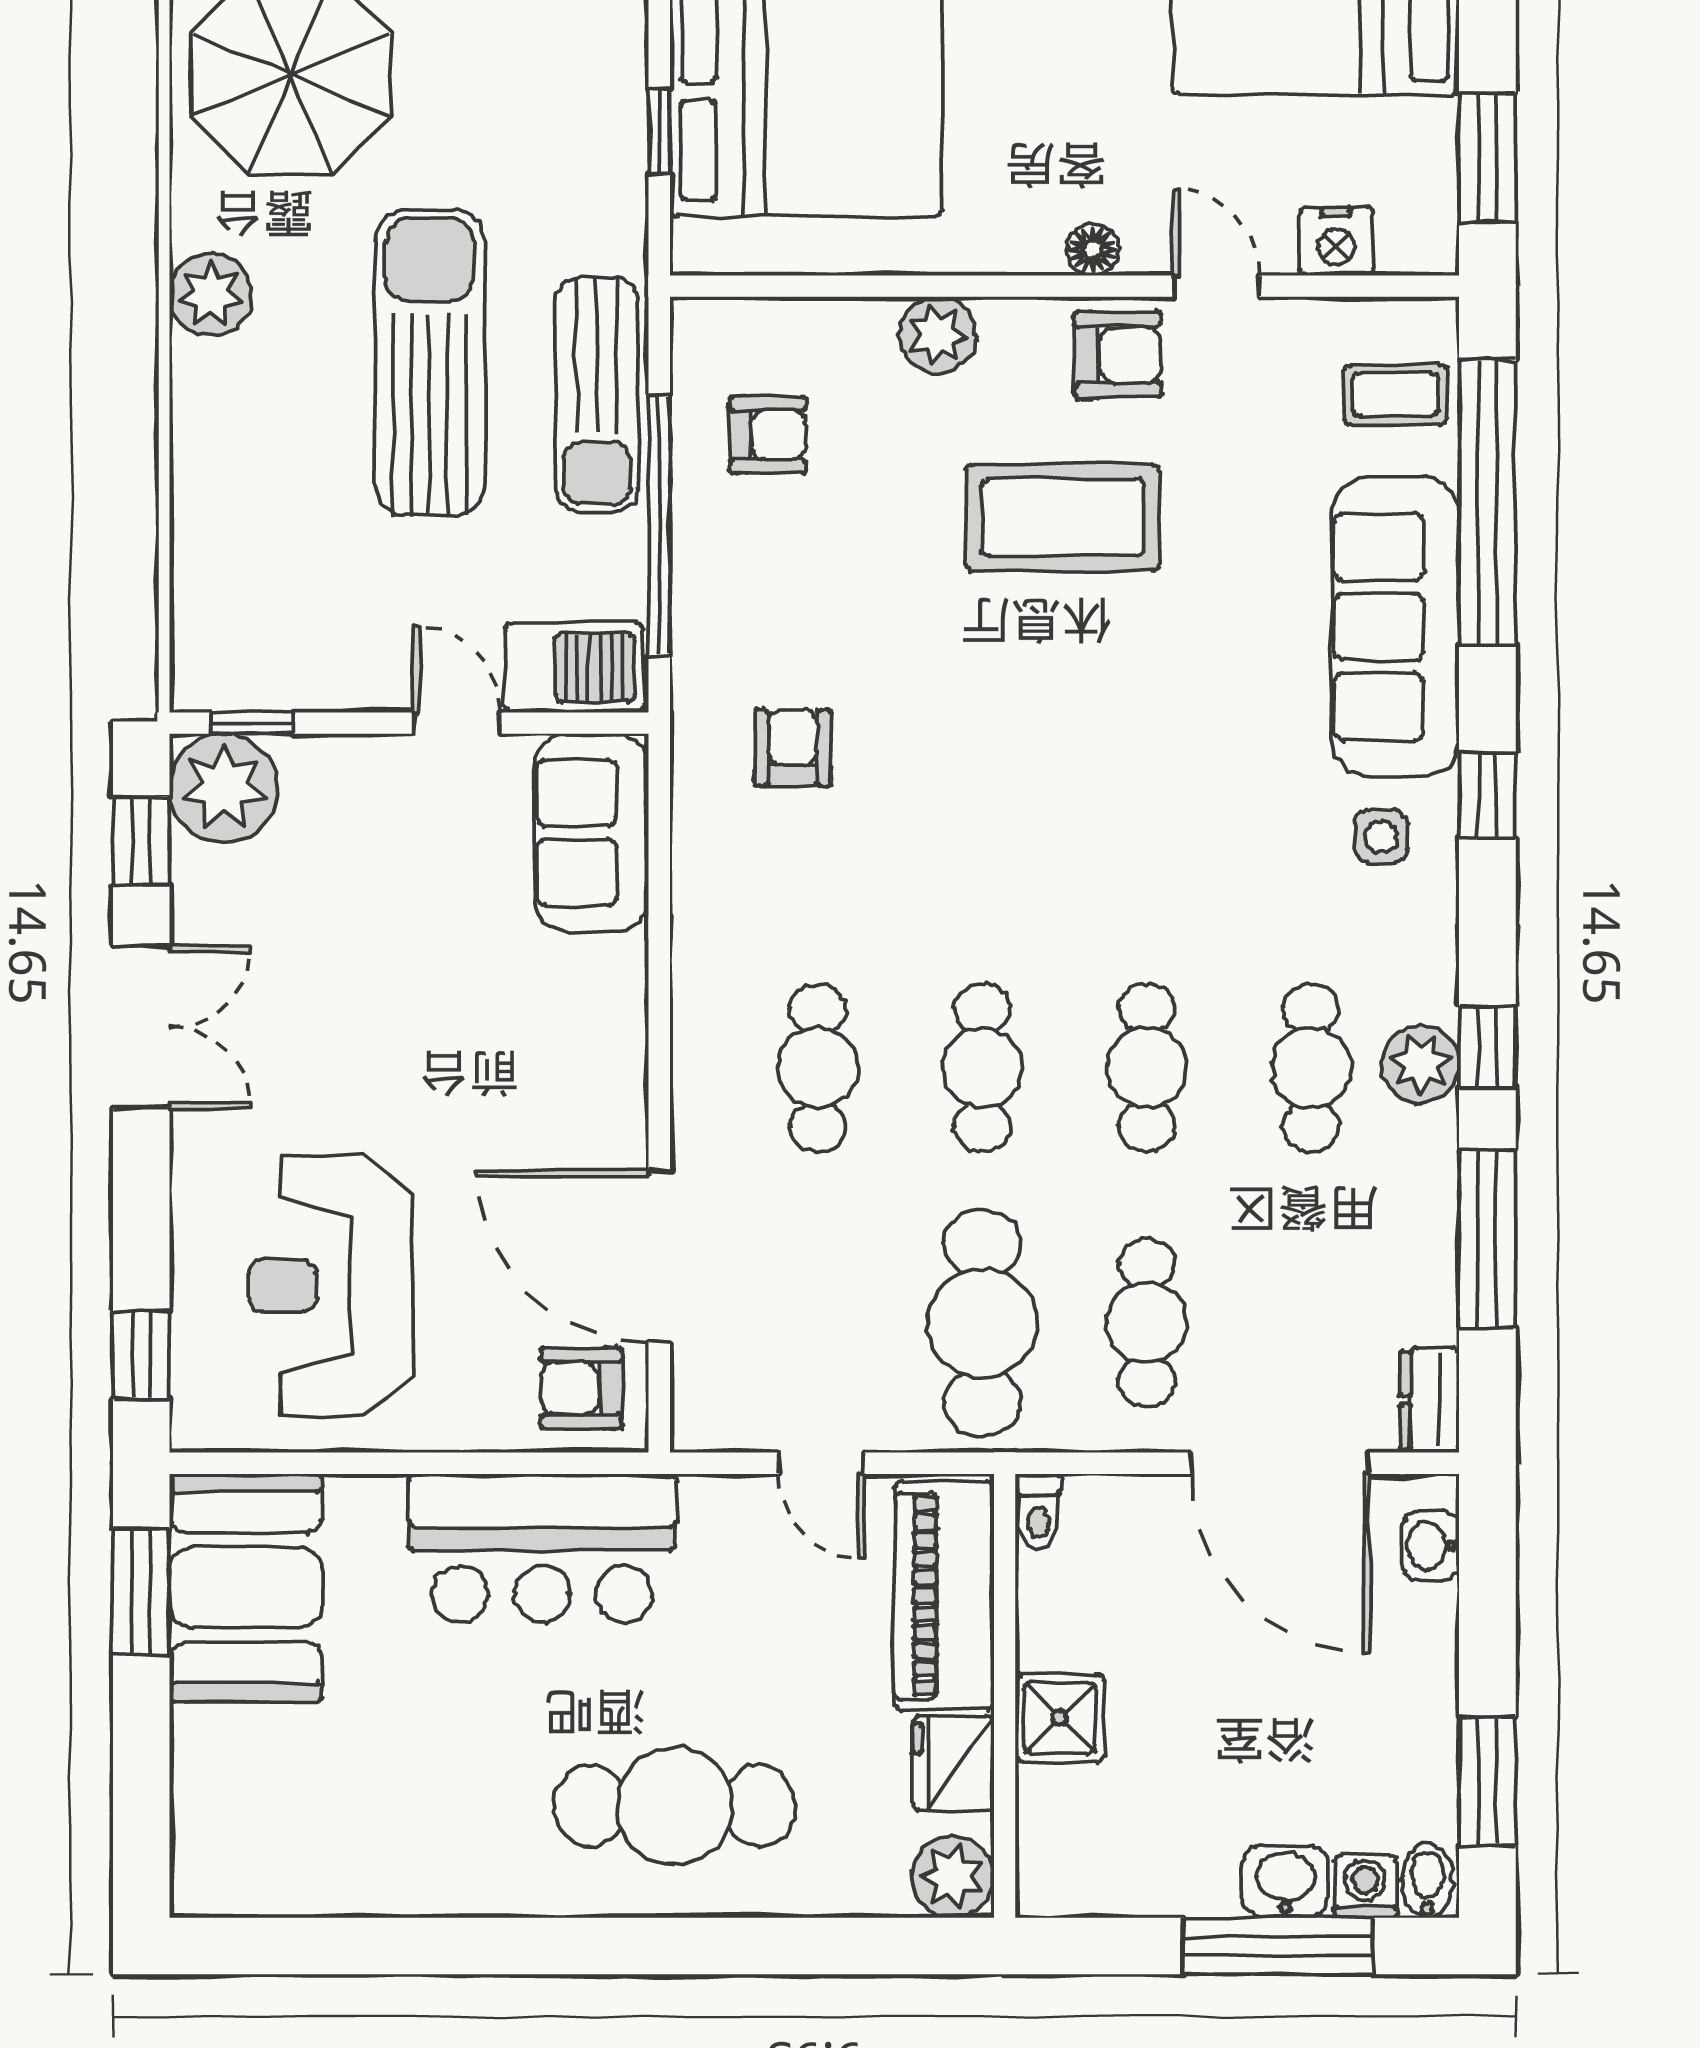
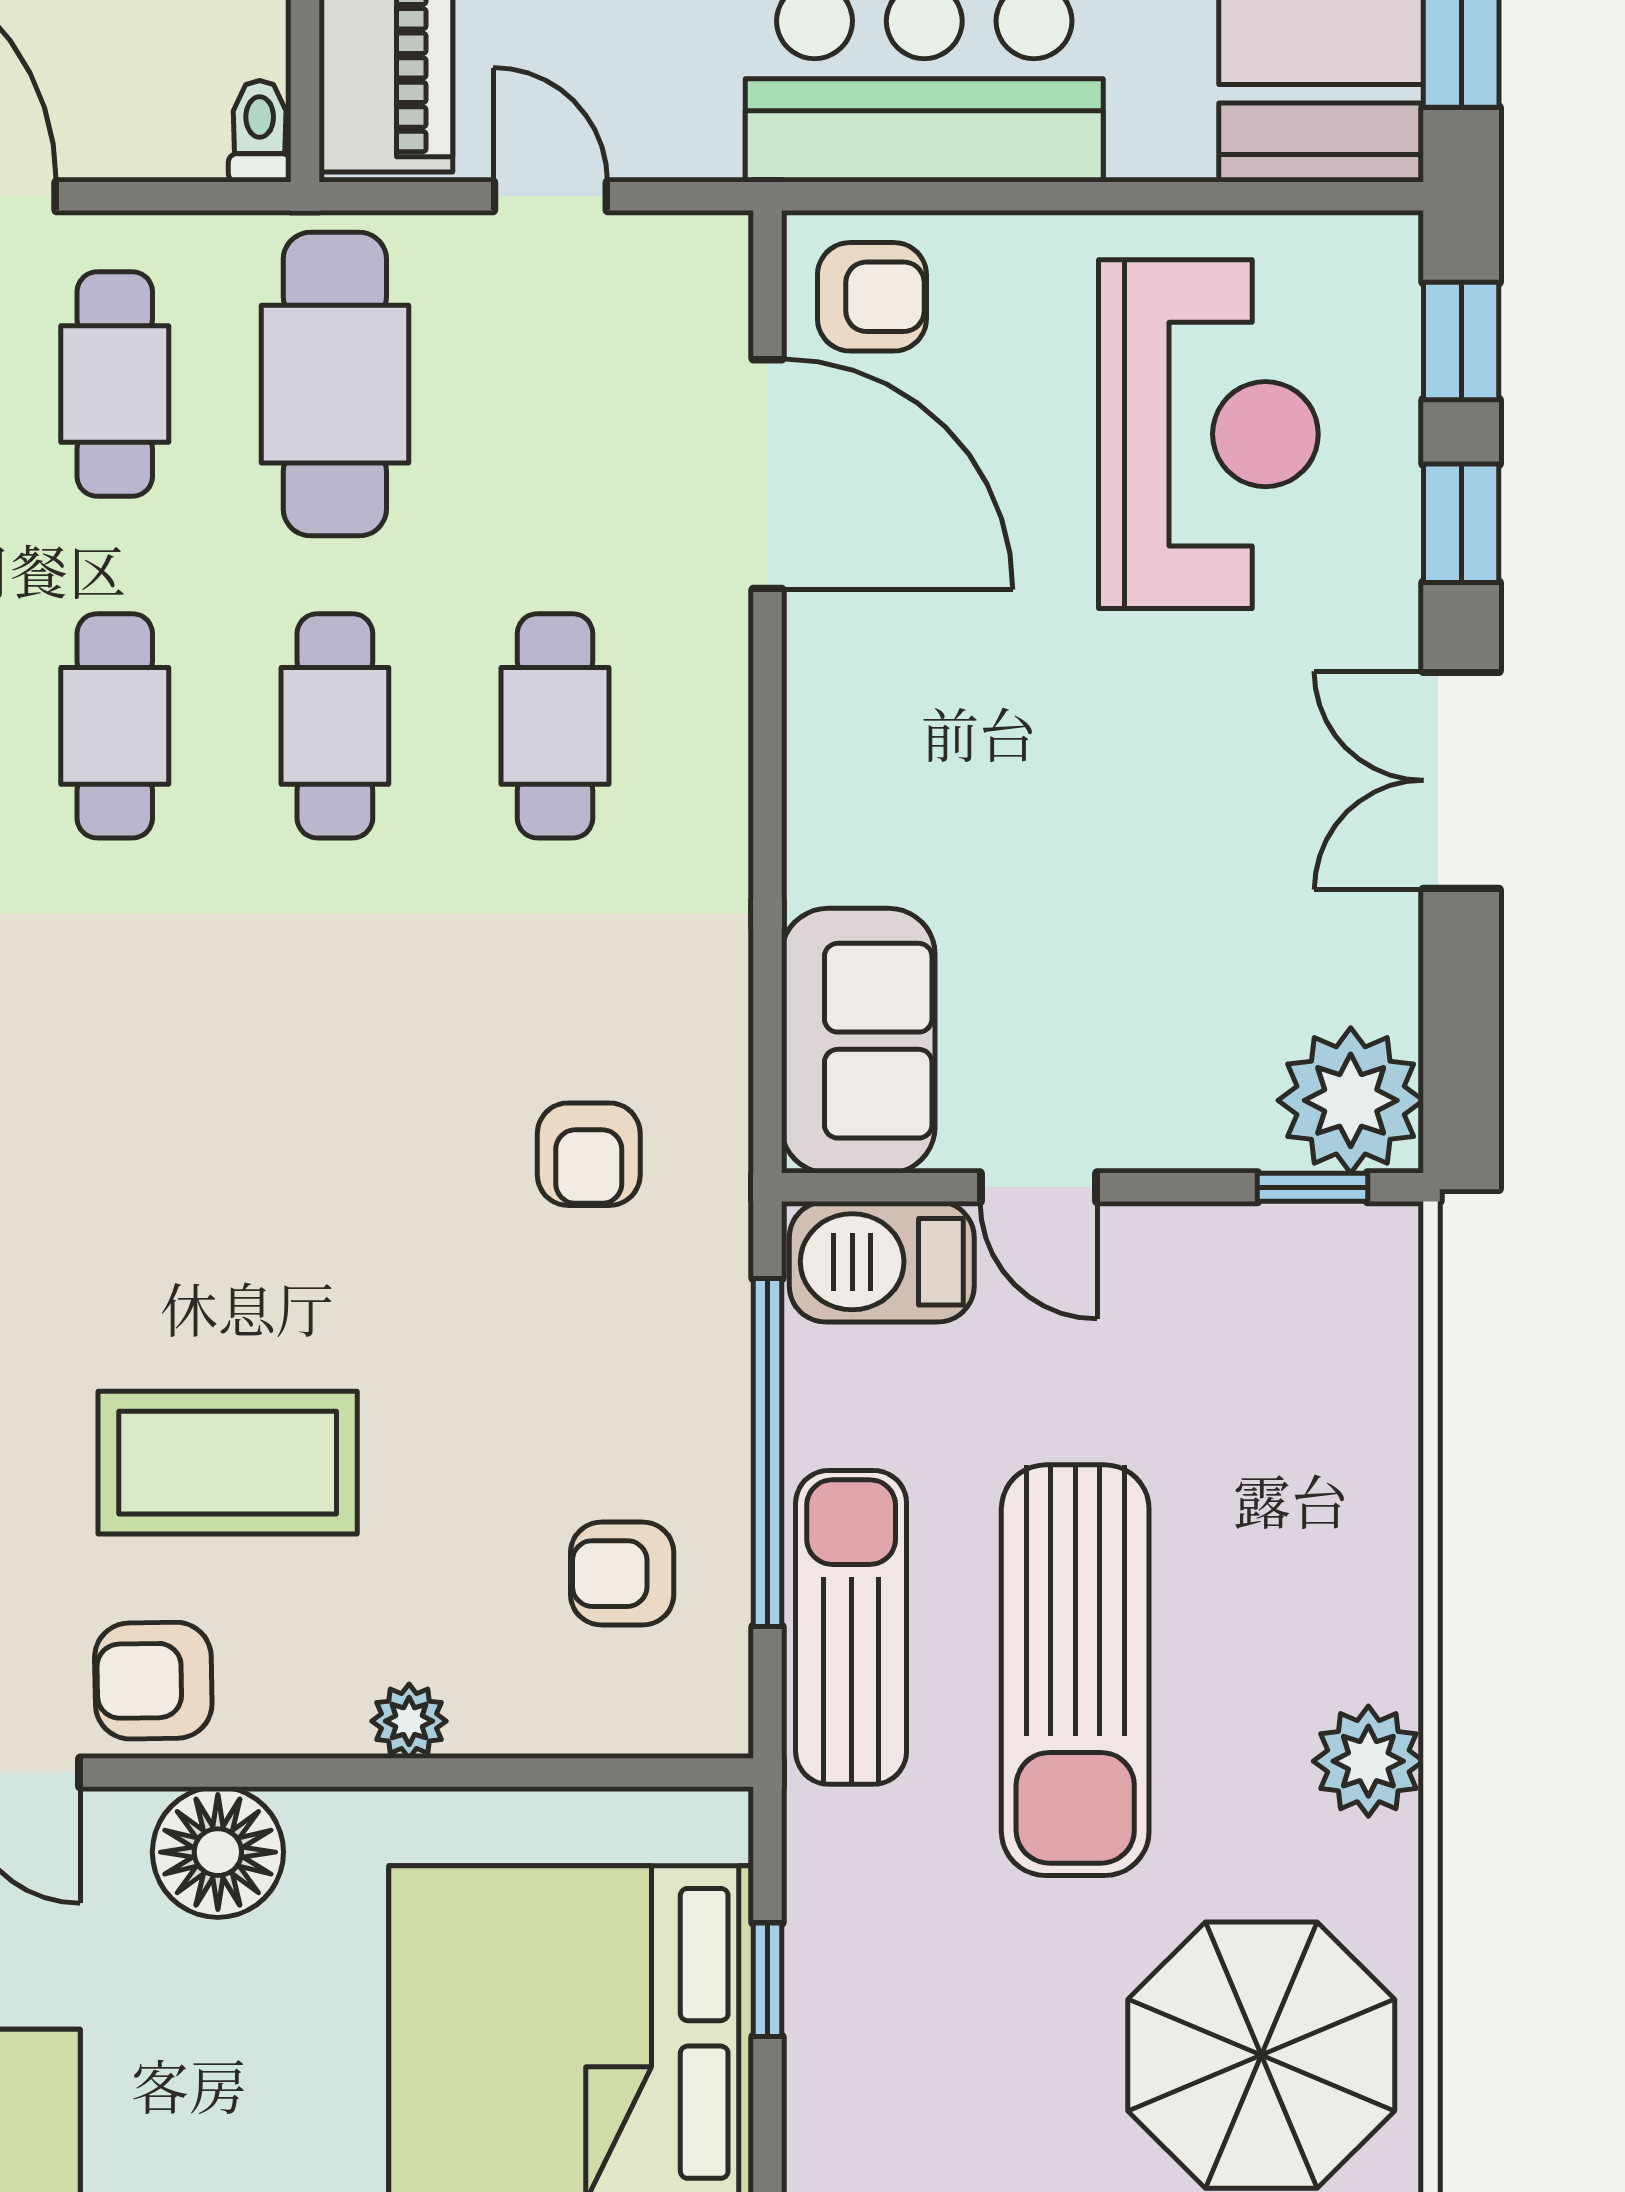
floor lamp: (1093, 250) -> (218, 1852), width x1.89, depth x1.89
plant: (937, 335) -> (409, 1721), width x0.73, depth x0.73
window: (141, 841) -> (1461, 523), moved

